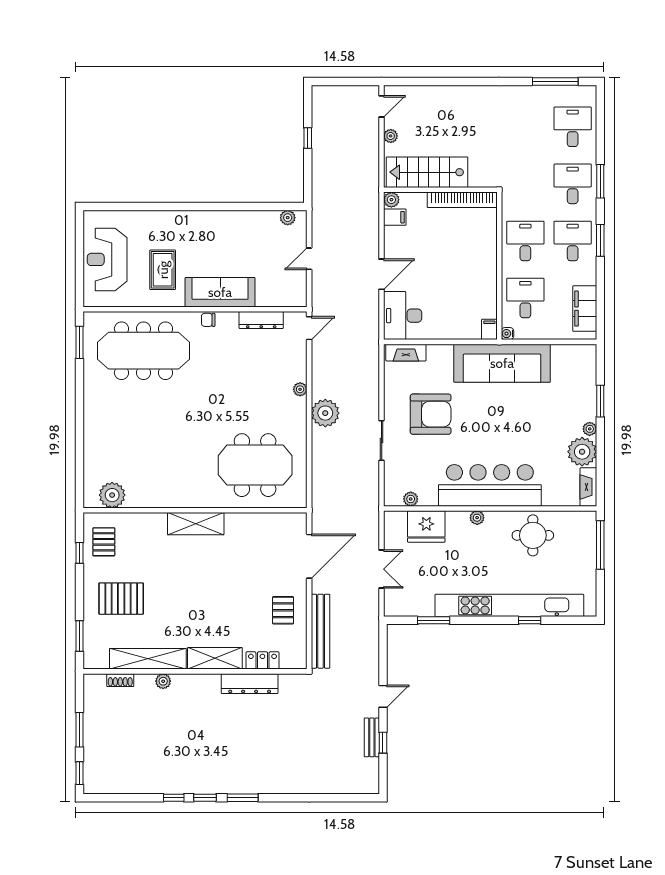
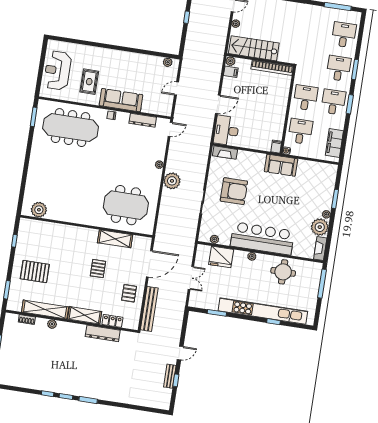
sofa: (502, 363) -> (281, 165), width x0.54, depth x0.79
shelving: (196, 524) -> (115, 239), moved
pallet: (104, 542) -> (98, 269), moved

